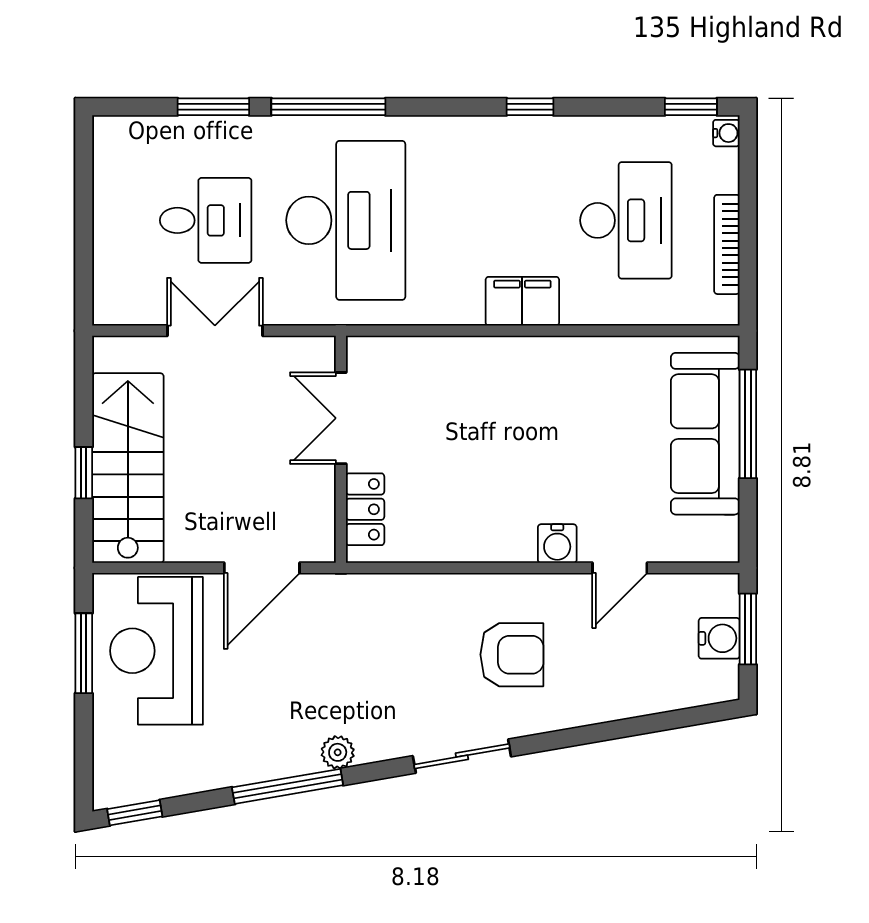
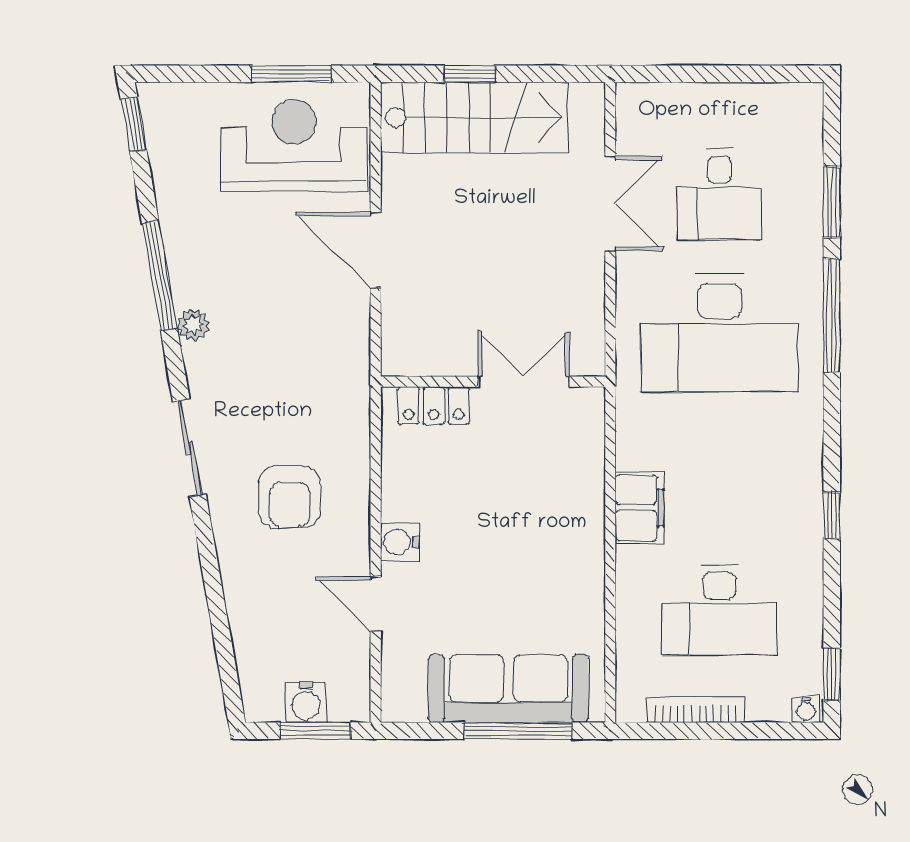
double door: (341, 418) -> (524, 382), moved
wall: (341, 449) -> (493, 382), moved
locker: (365, 509) -> (434, 406), moved

